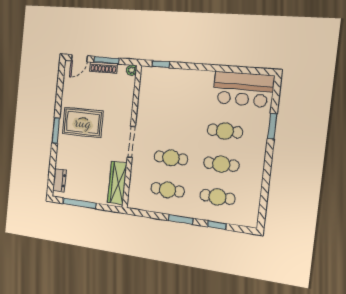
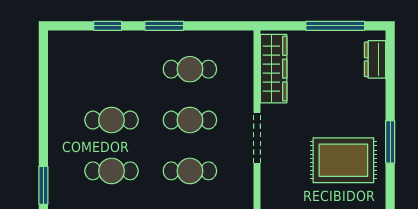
cafe table: (217, 197) -> (190, 171), moved

